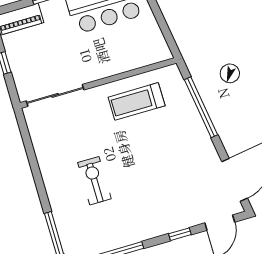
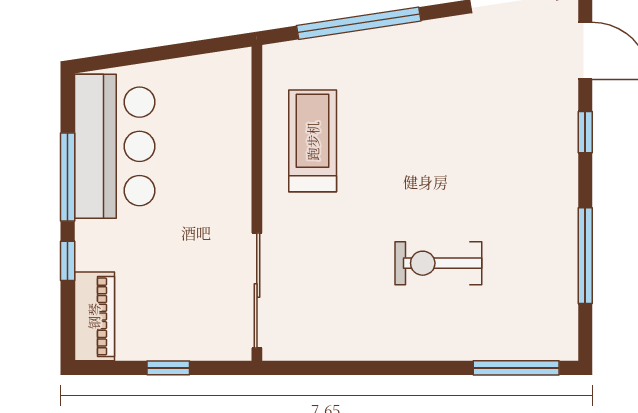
treadmill: (137, 101) -> (313, 141), turned 180

